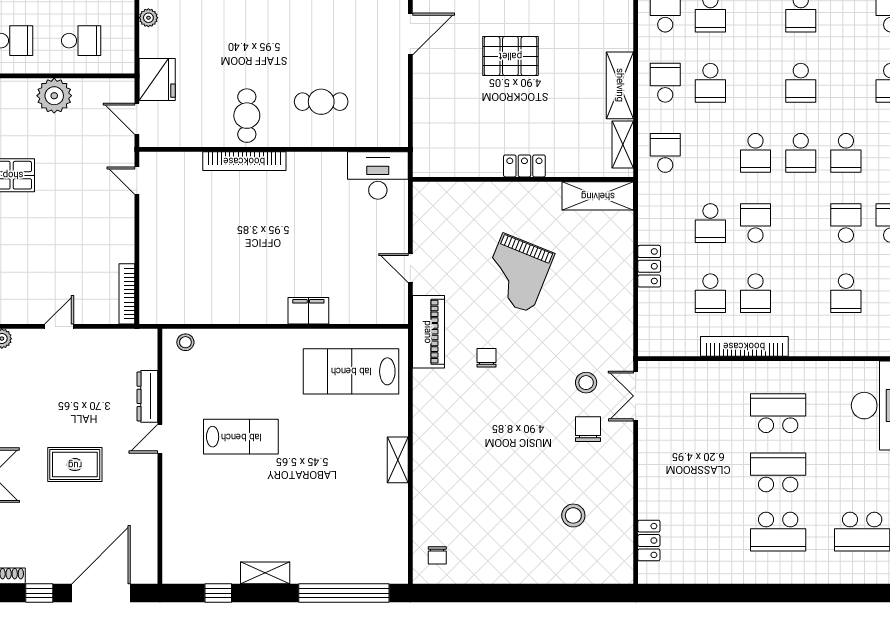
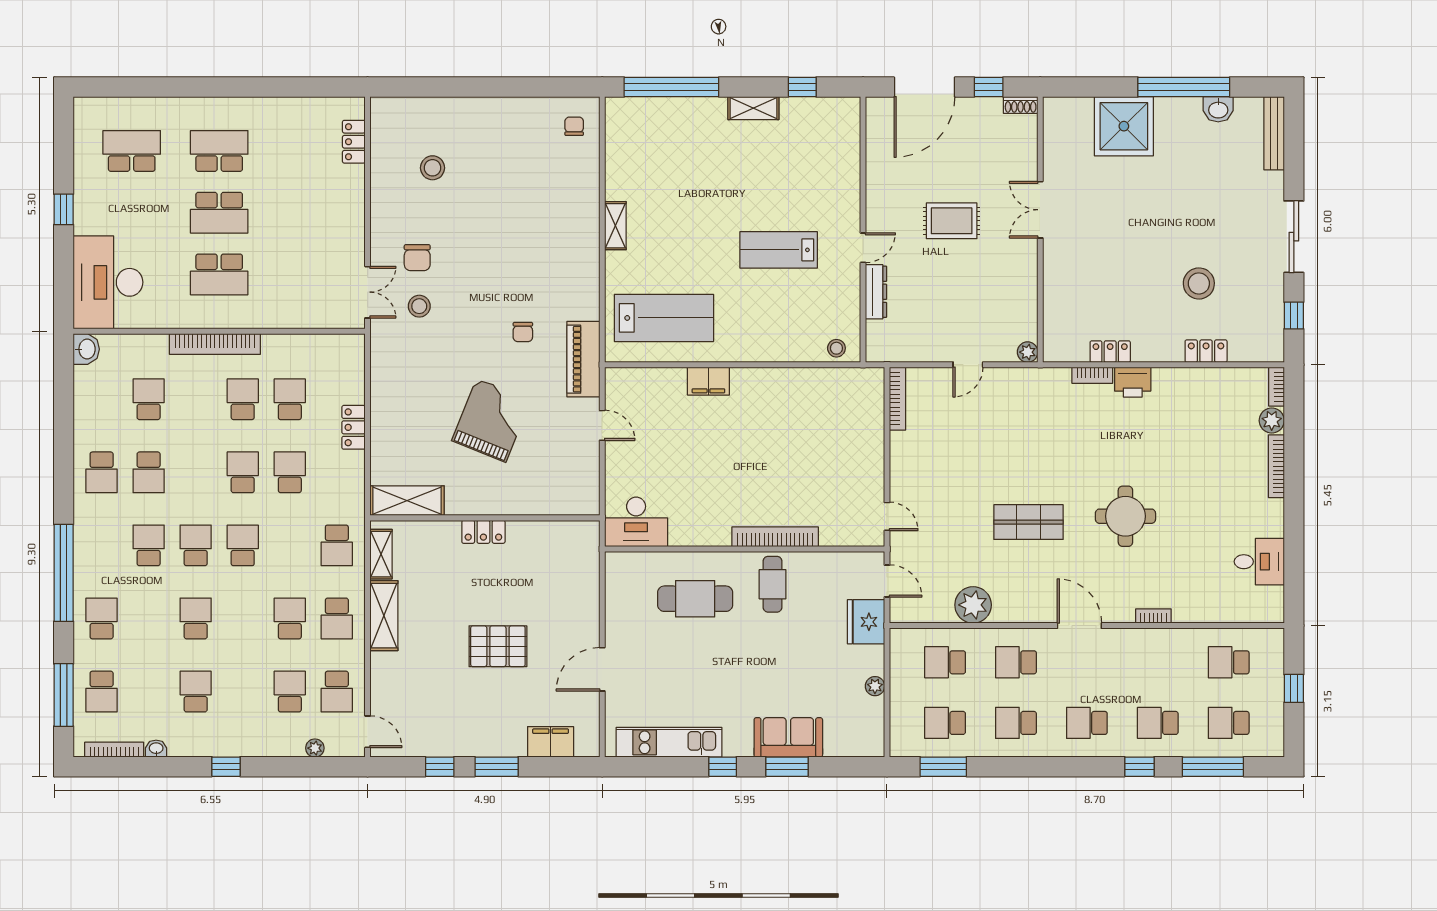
cafe table: (321, 102) -> (695, 599), width x1.37, depth x1.35
school desk: (756, 223) -> (243, 472), turned 180
bookcase: (744, 346) -> (215, 344), moved

